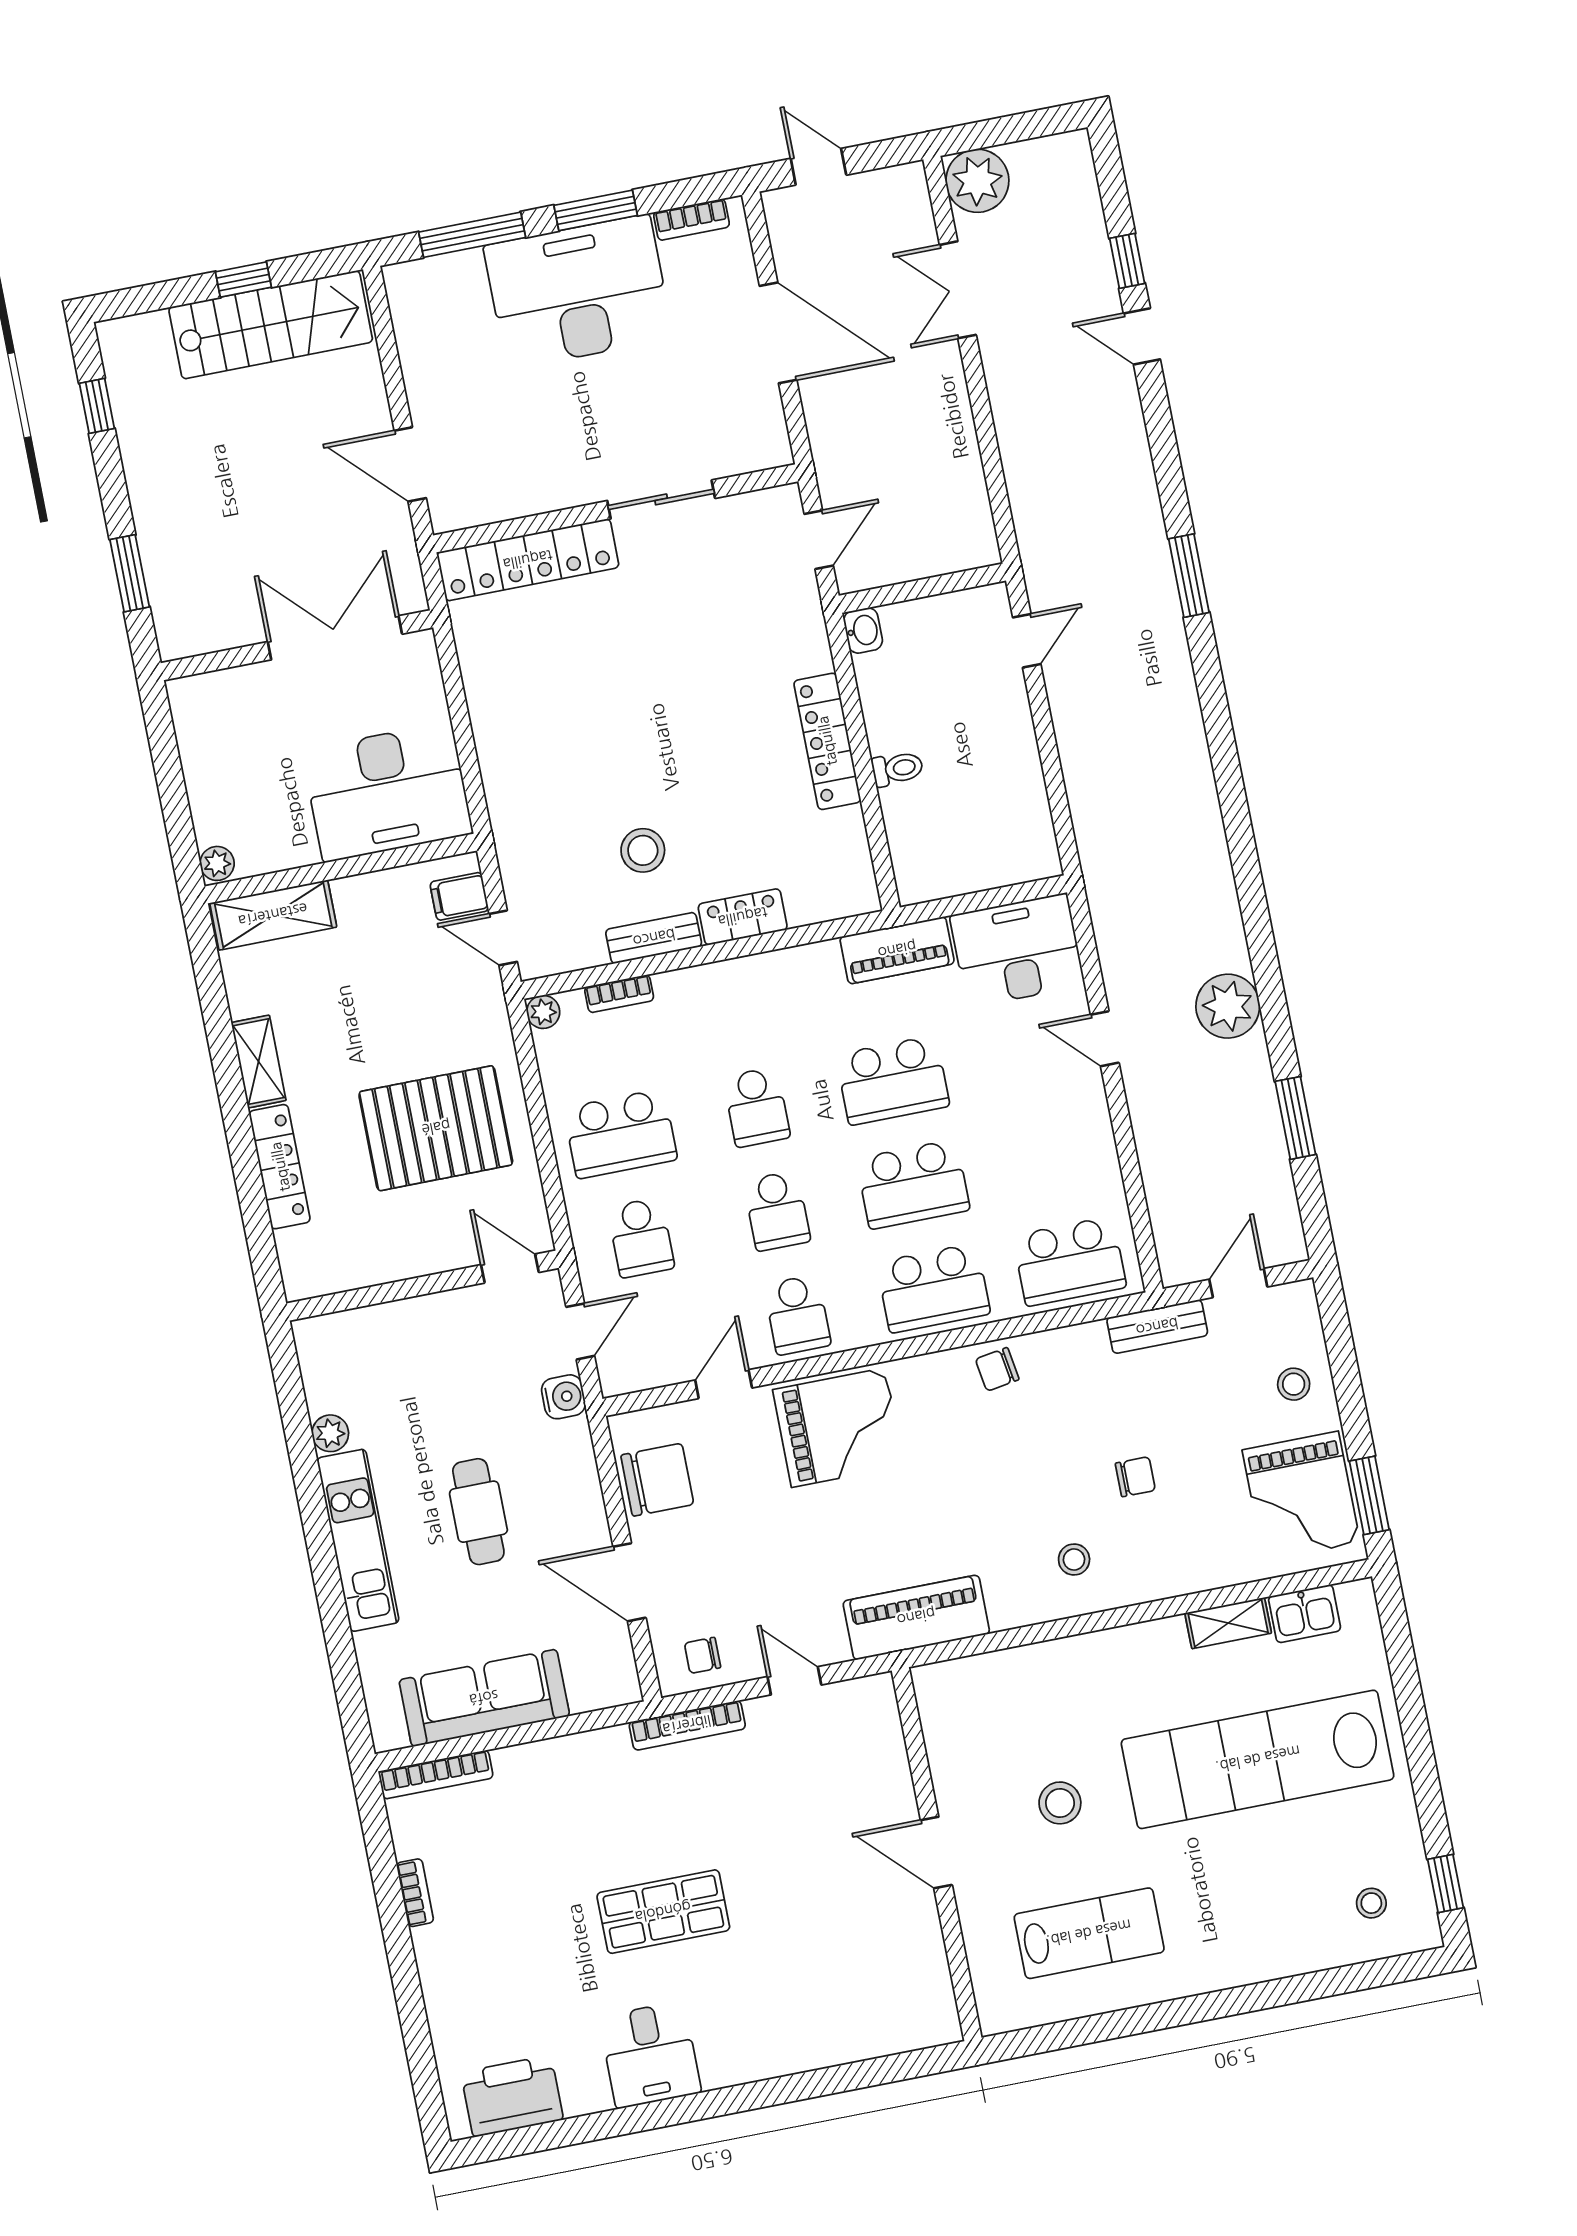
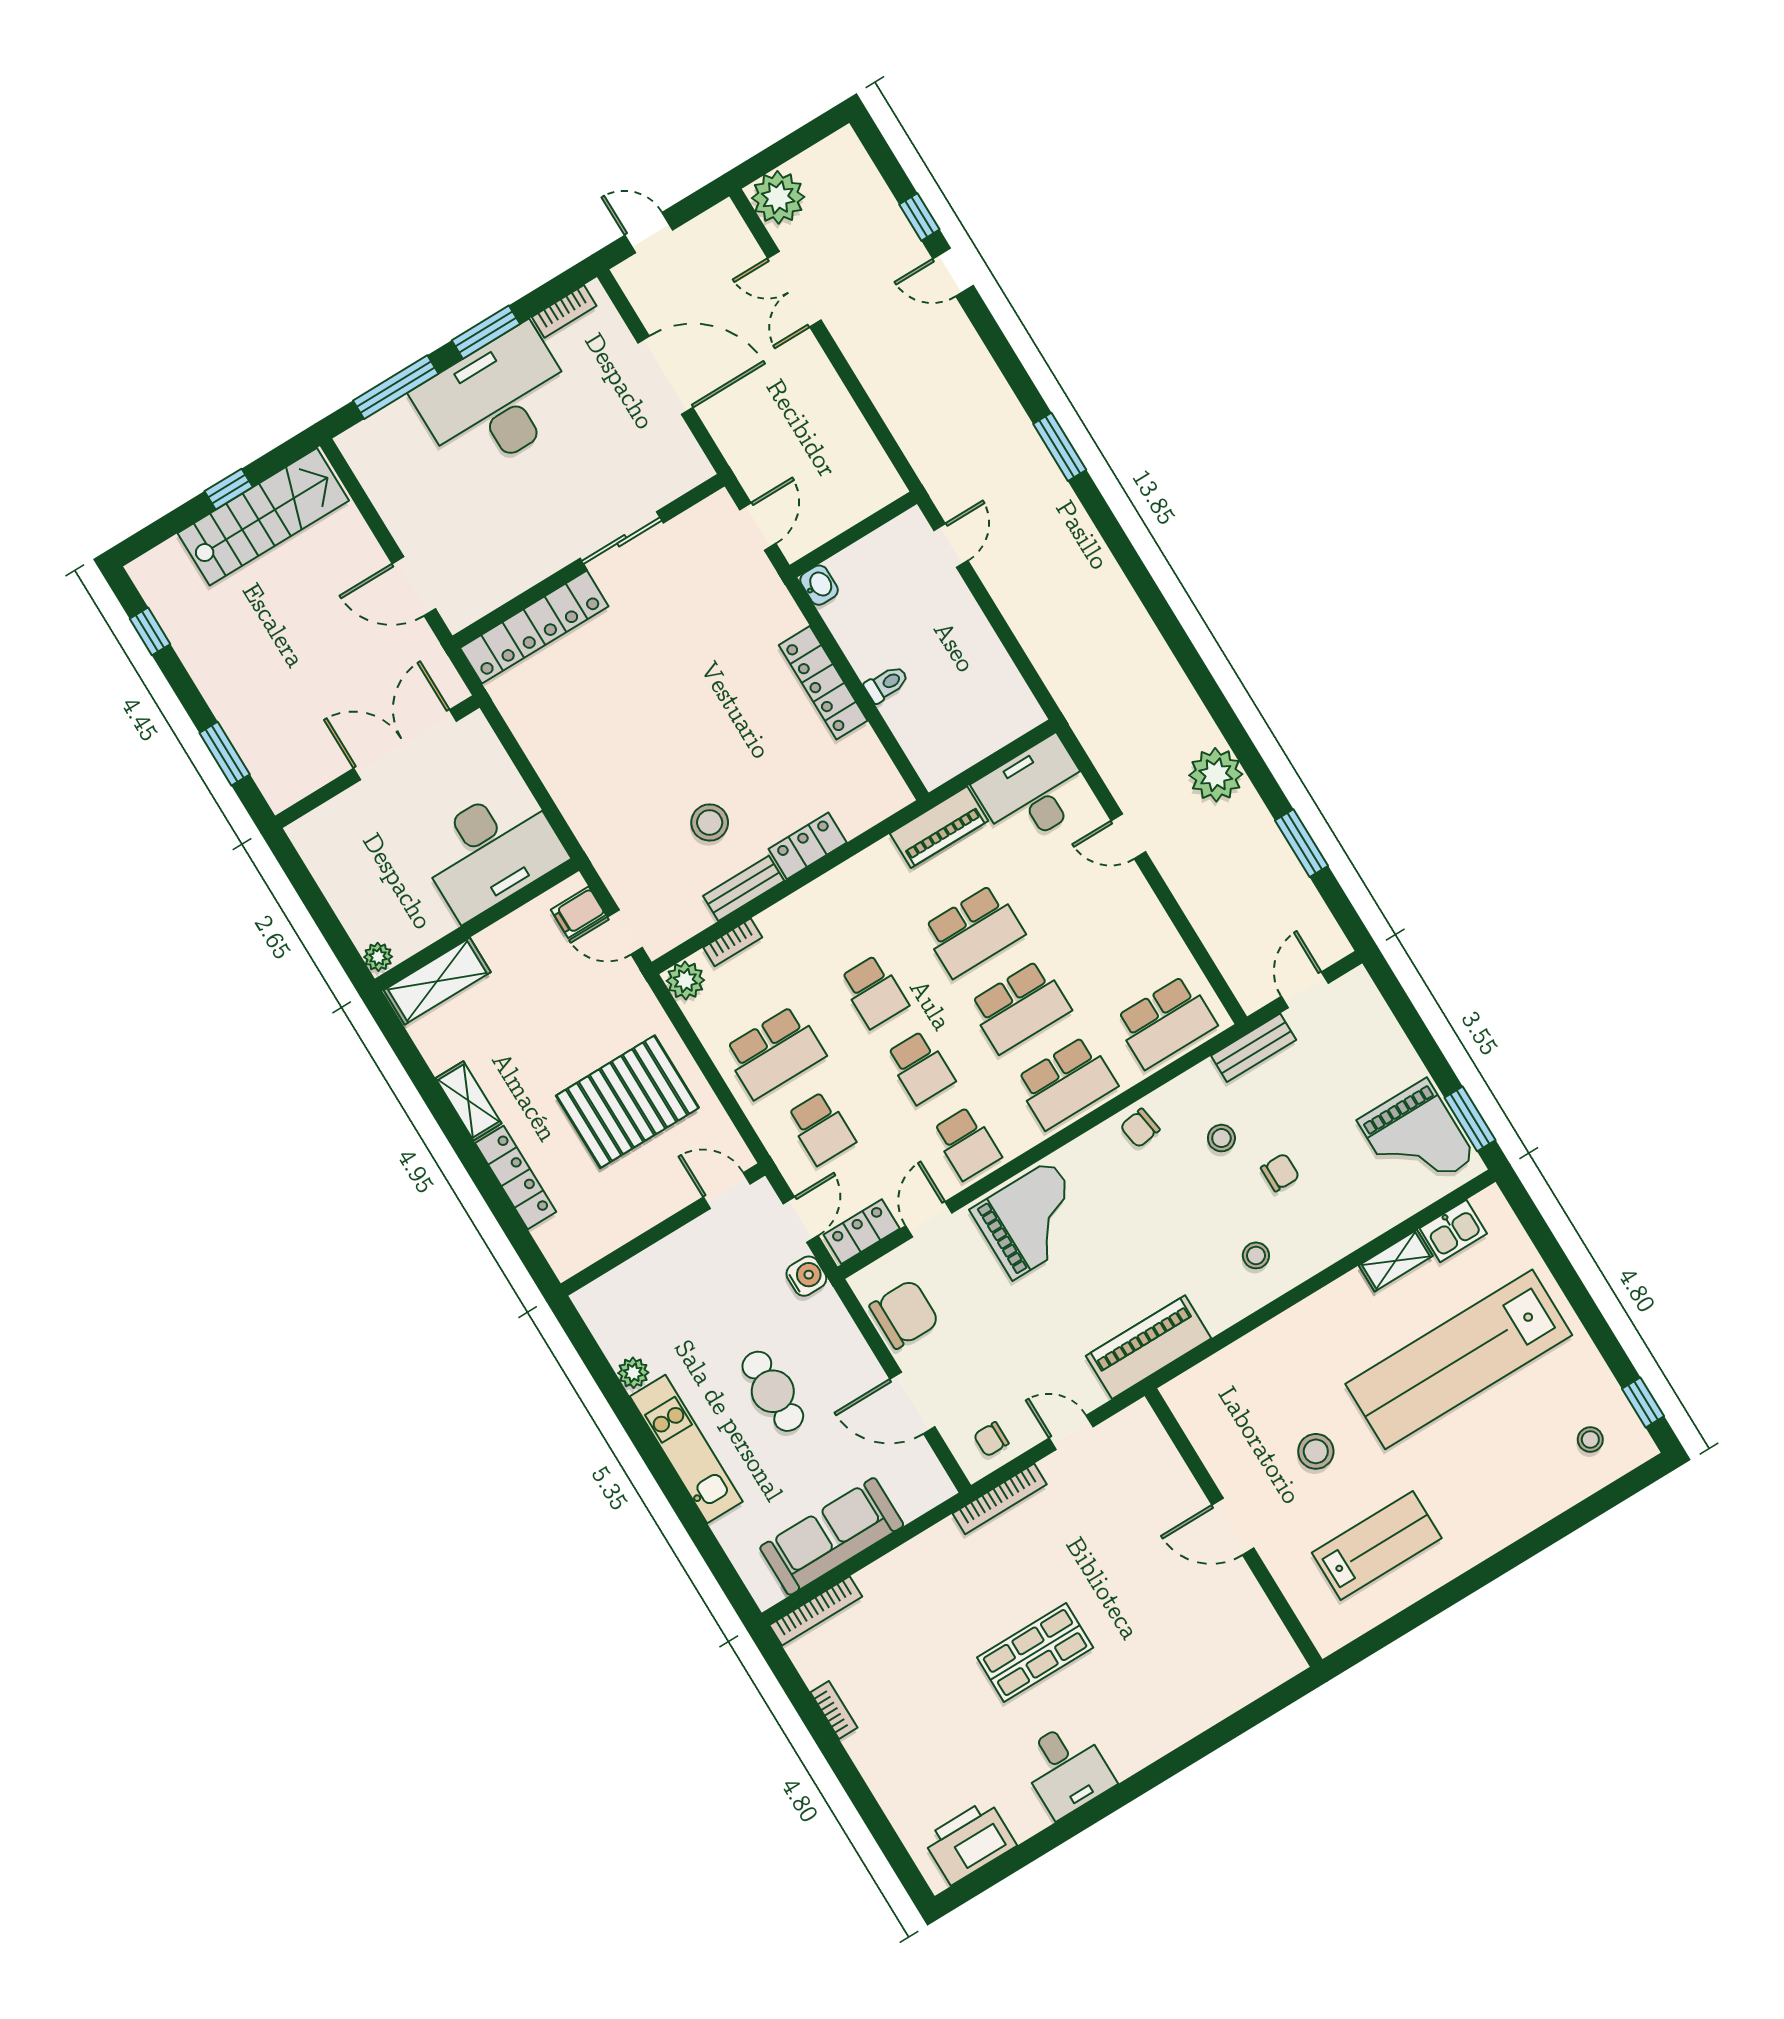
plant: (543, 1012) -> (685, 980), width x1.38, depth x1.38
locker: (644, 1370) -> (862, 1232), added
stool: (1294, 1384) -> (1221, 1138), moved

